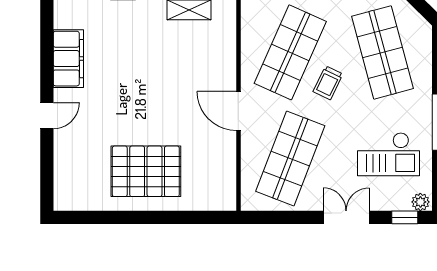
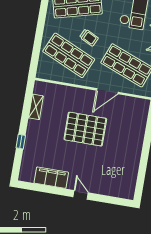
door: (238, 111) -> (107, 91), moved
pallet: (146, 171) -> (85, 129), moved, turned 90

